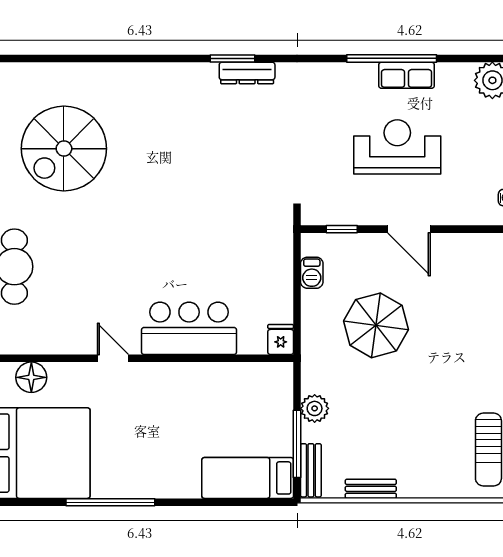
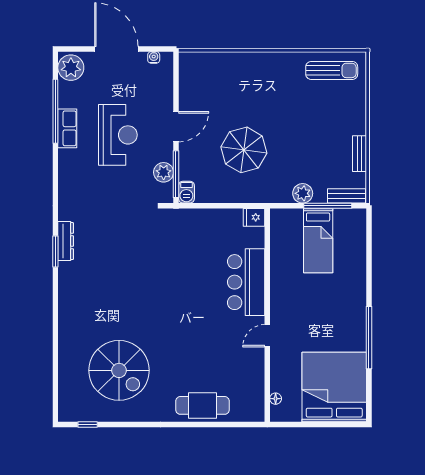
window: (392, 58) -> (55, 111), moved
reception desk: (397, 147) -> (118, 135), turned 180
plant: (344, 212) -> (164, 172), added
window: (342, 229) -> (176, 174), width x2.17
barbecue: (312, 273) -> (186, 192), moved, turned 90
floor lamp: (31, 377) -> (276, 399), width x0.53, depth x0.53
bed: (248, 478) -> (318, 241), moved

